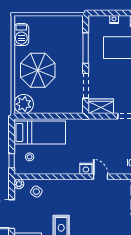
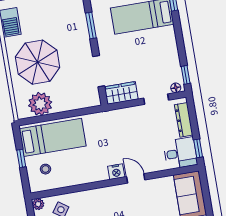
window: (86, 48) -> (91, 25), width x0.69
plant: (24, 104) -> (40, 104), moved
window: (12, 161) -> (21, 158), moved

